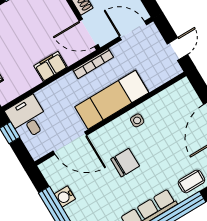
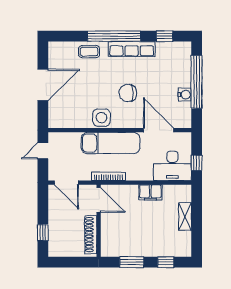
filing cabinet: (51, 66) -> (150, 192), moved
desk: (28, 118) -> (172, 166), width x1.37
side table: (137, 120) -> (101, 118), width x1.87, depth x1.87

